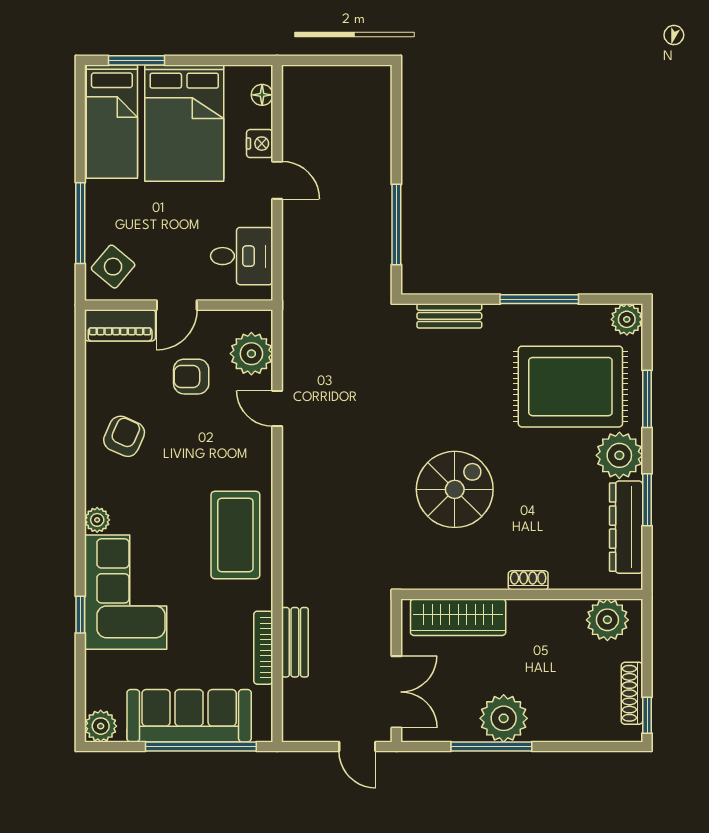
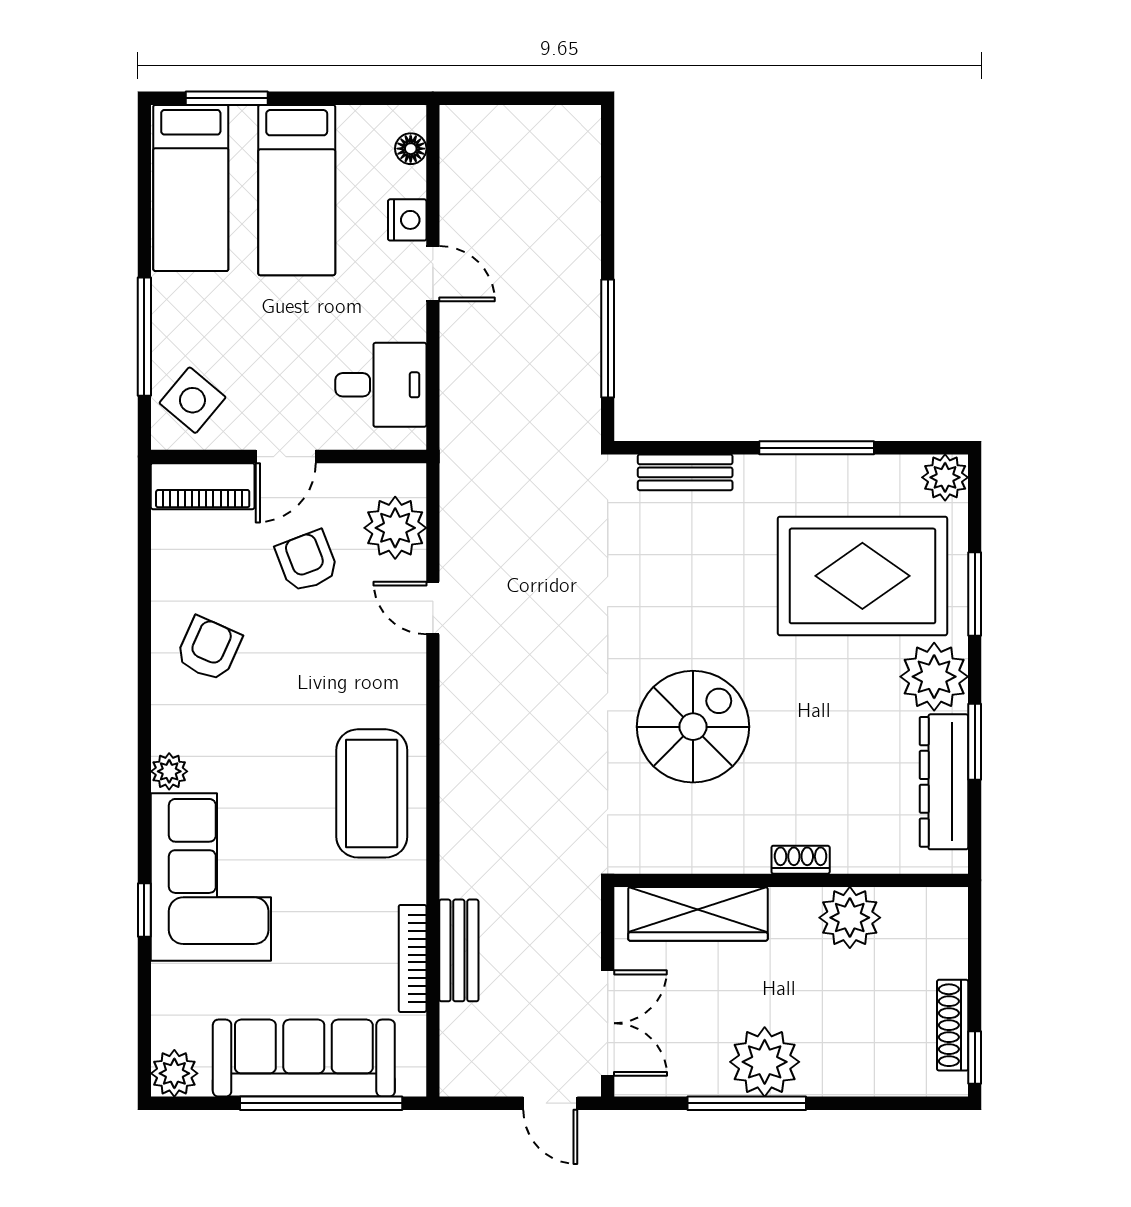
bed: (184, 123) -> (297, 190), width x0.67
armchair: (191, 377) -> (307, 561), turned 69
plant: (607, 620) -> (850, 918), moved

